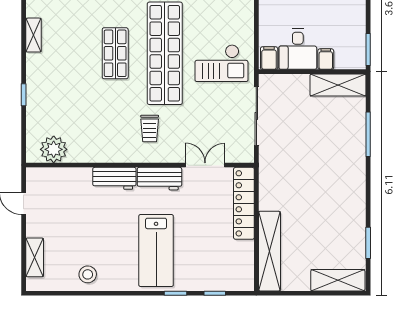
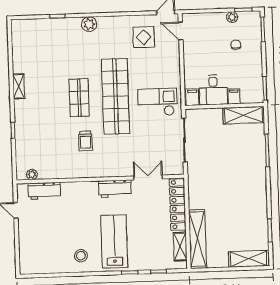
checkout: (221, 63) -> (158, 102), turned 180
trolley: (150, 128) -> (85, 141), moved
plant: (54, 149) -> (32, 175), width x0.53, depth x0.53
workbench: (114, 178) -> (44, 191), moved
lab bench: (156, 251) -> (114, 242), turned 180
shelving: (35, 257) -> (180, 246), moved
stool: (88, 274) -> (81, 256), moved

